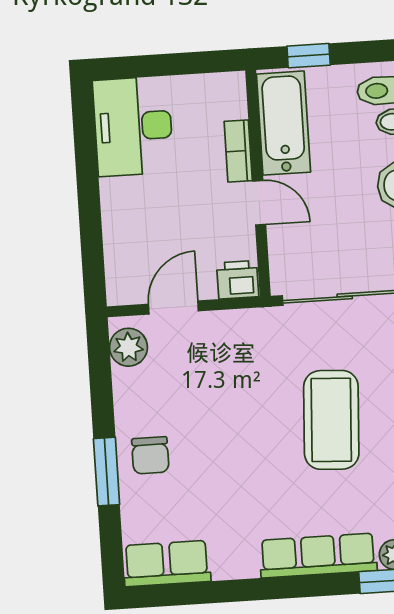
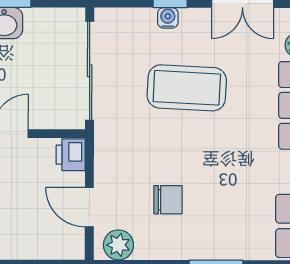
chair: (150, 455) -> (168, 200), moved

